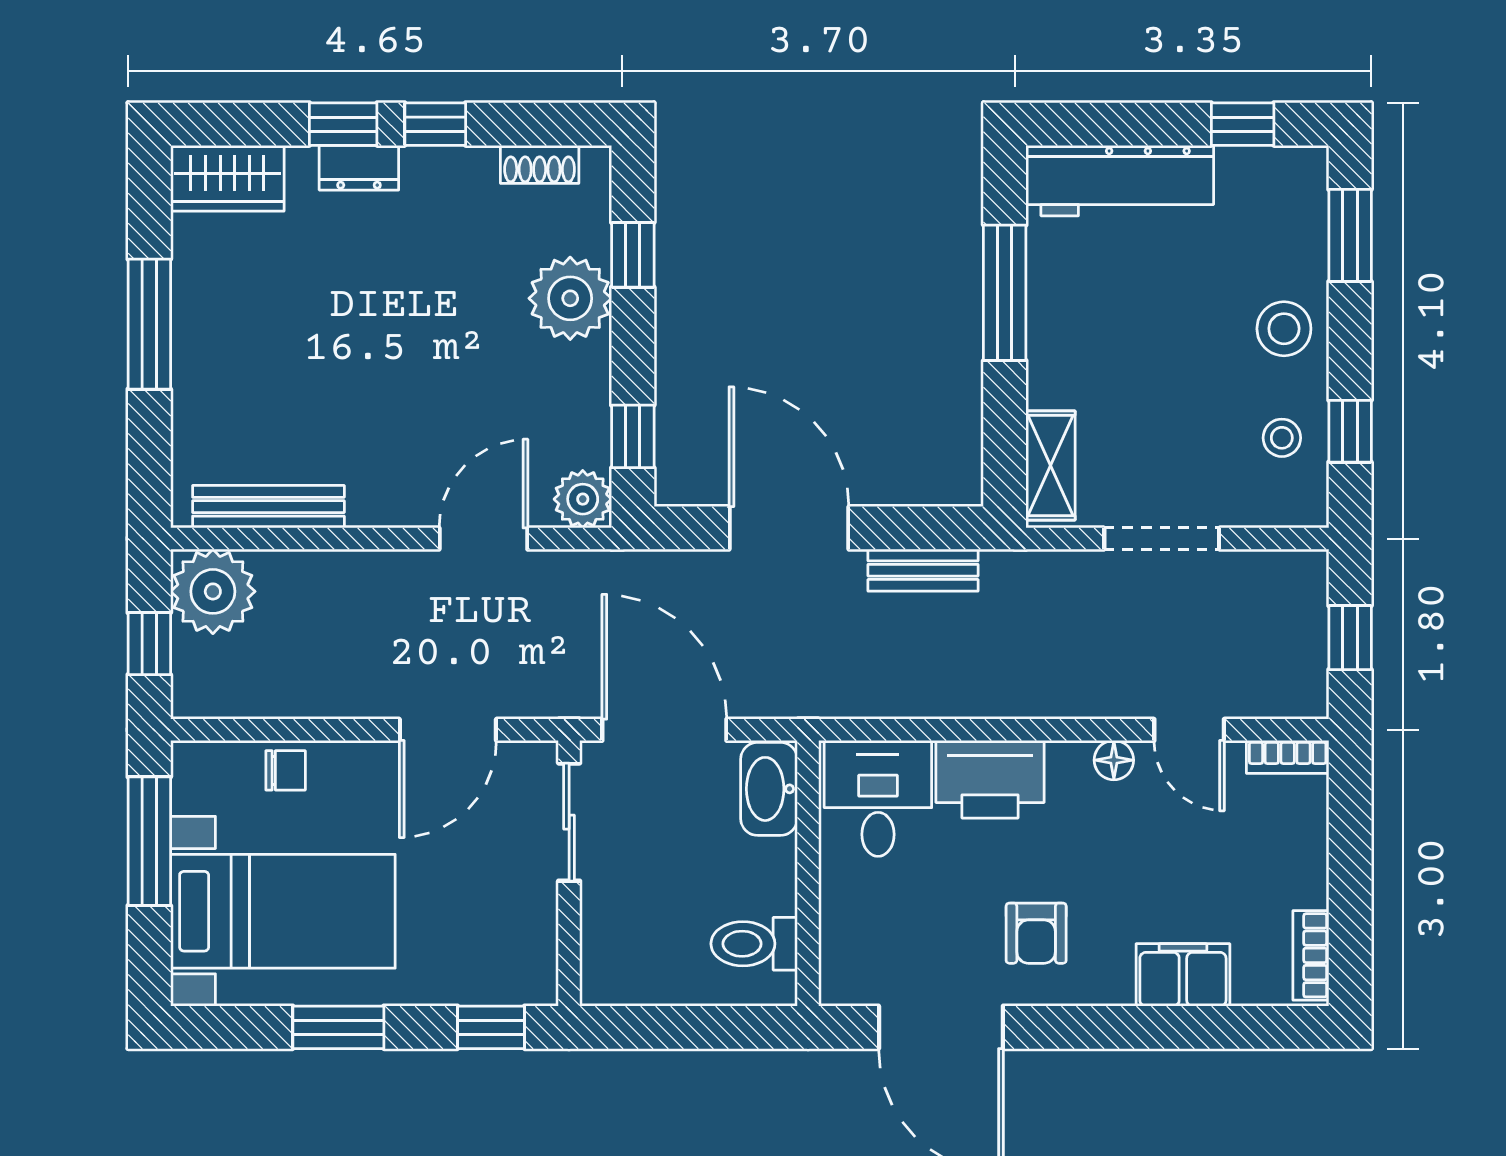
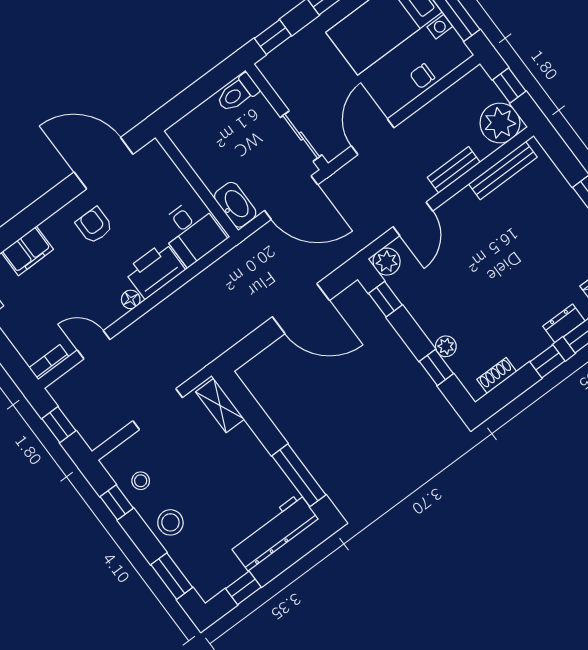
window: (1005, 293) -> (299, 475), moved
plant: (570, 298) -> (446, 346), width x0.53, depth x0.53
bench: (923, 570) -> (454, 170), moved
floor lamp: (1114, 760) -> (131, 299), moved
toilet: (754, 944) -> (238, 93), moved, turned 180

